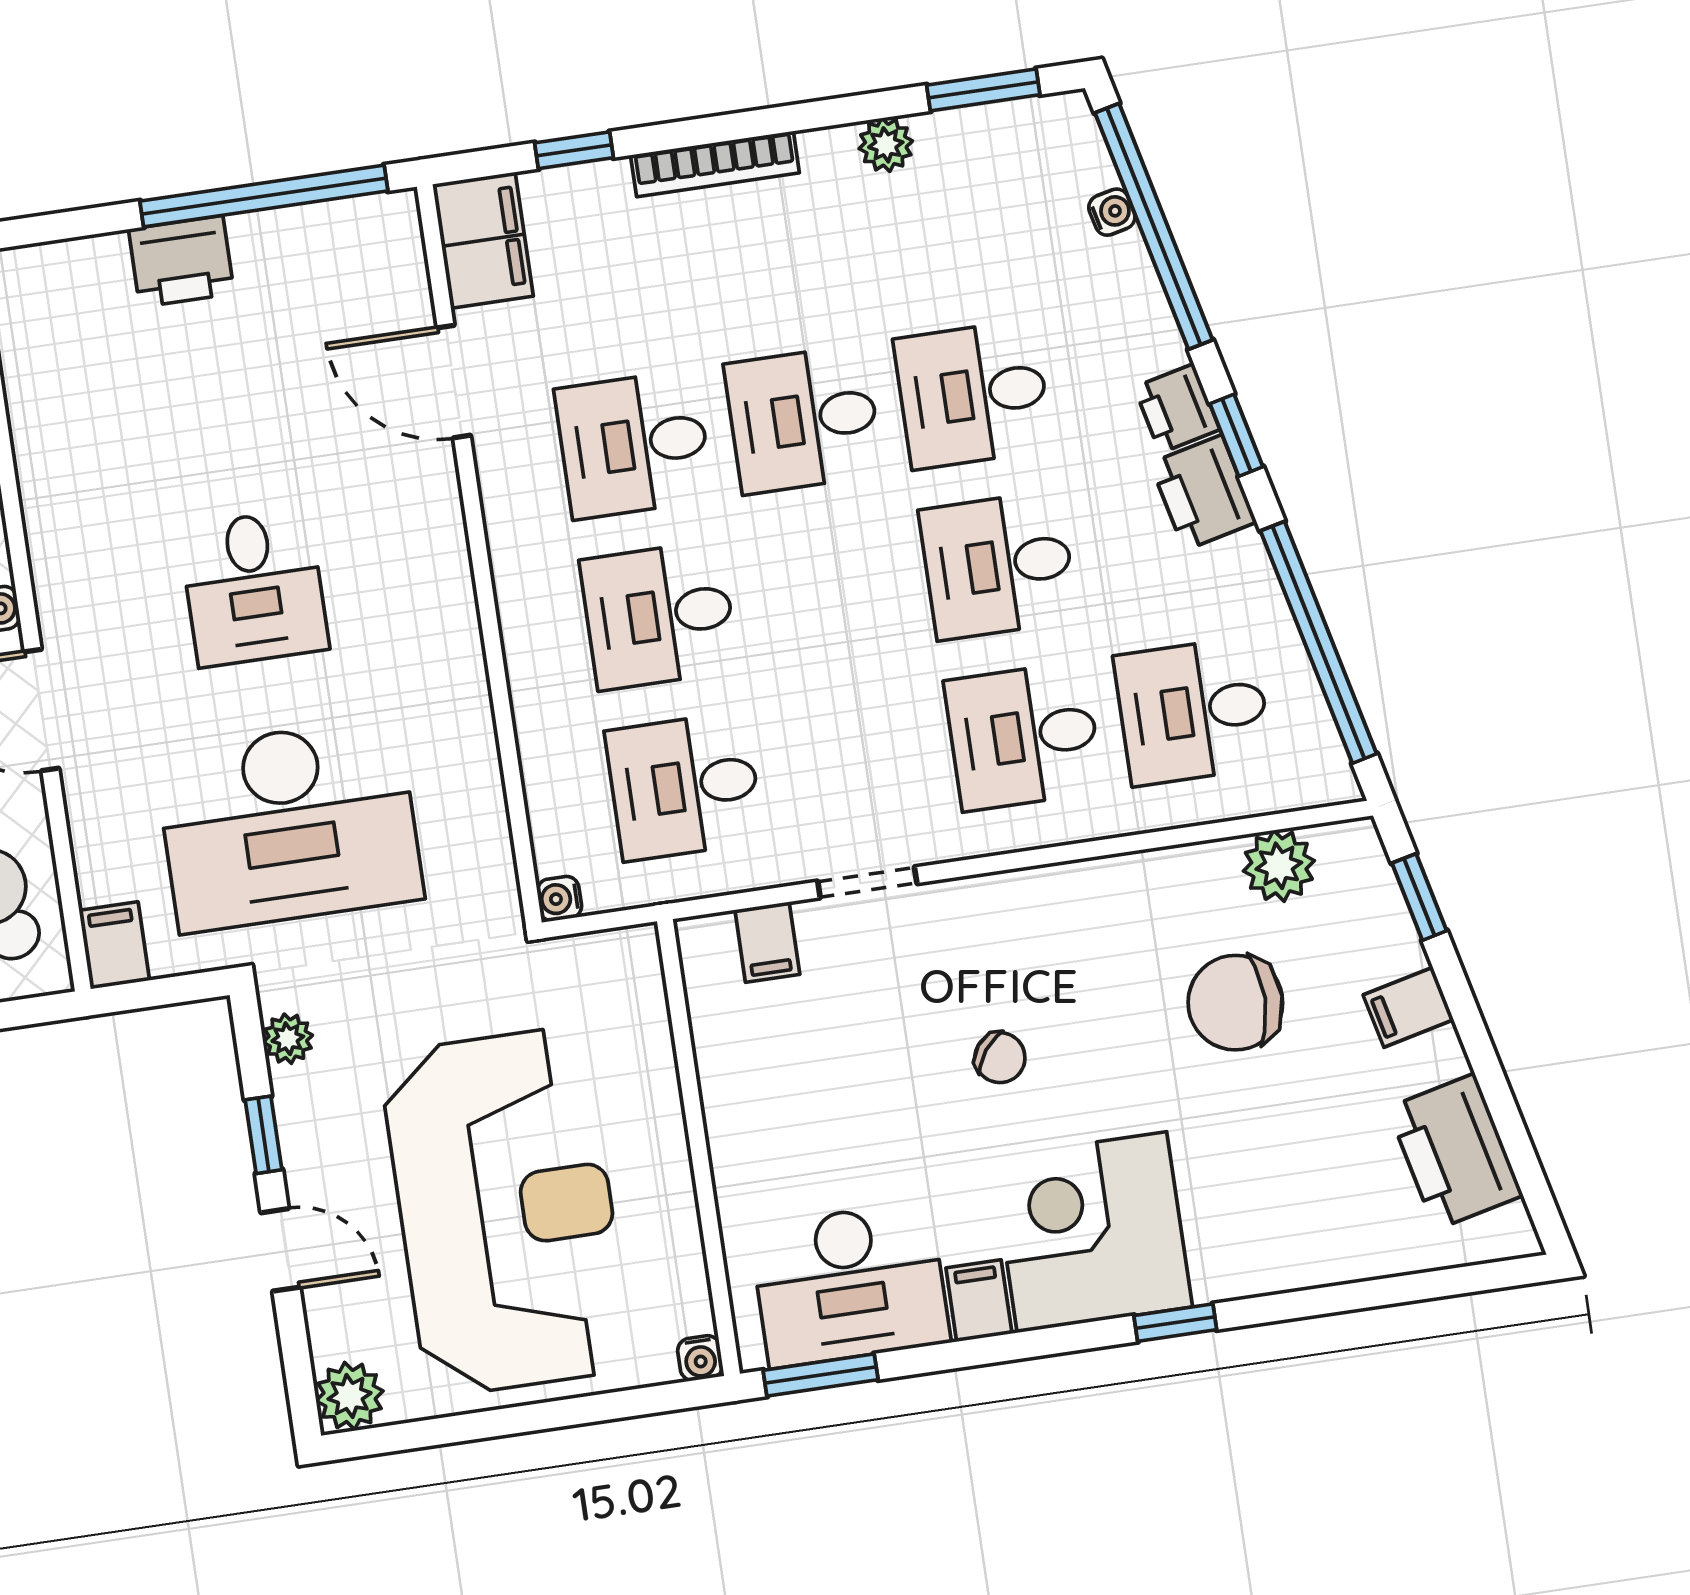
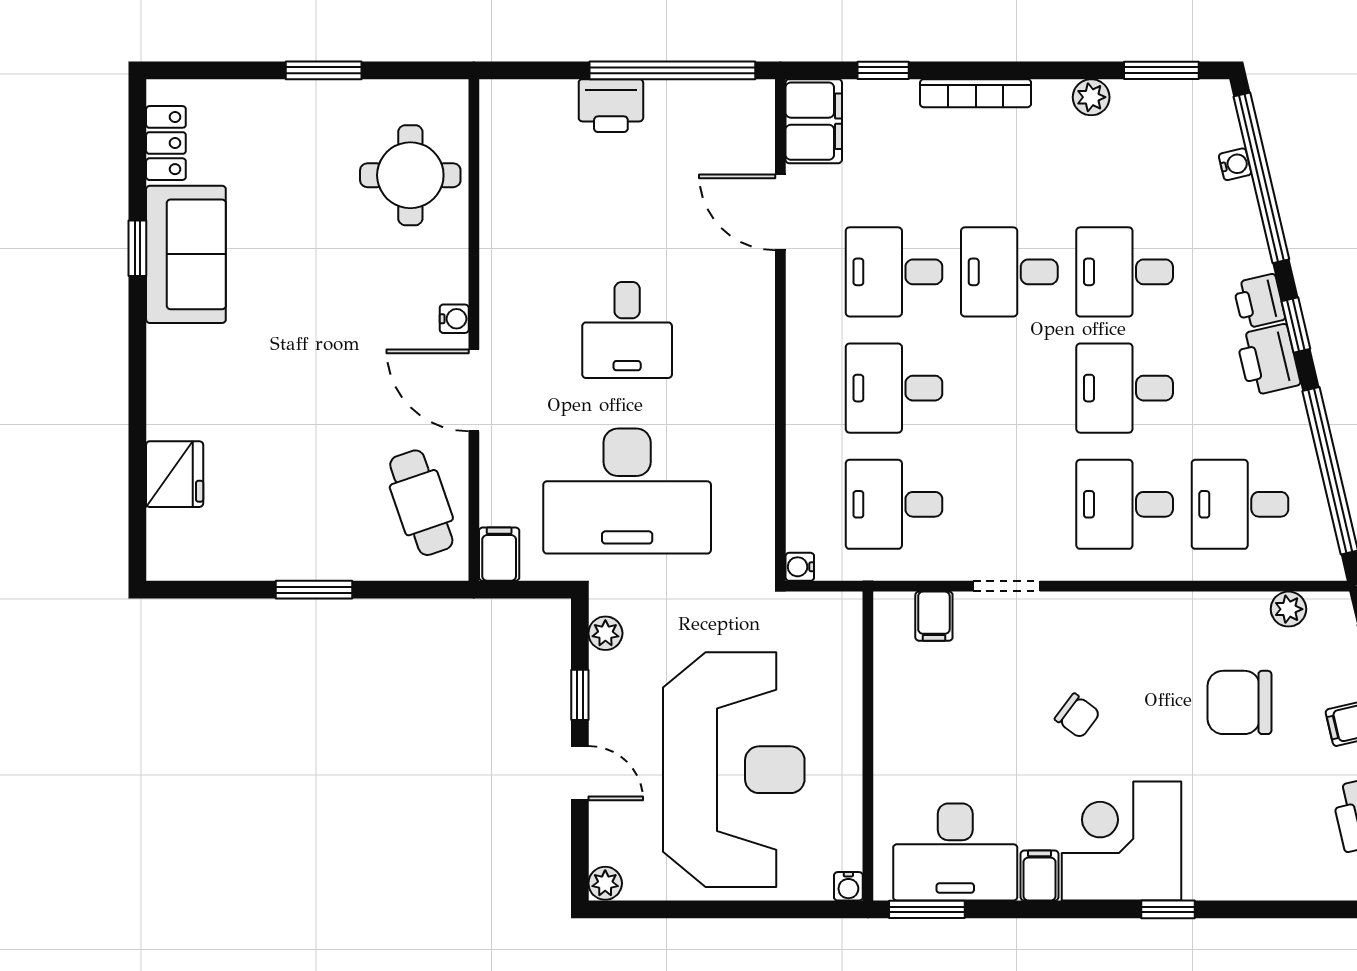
plant: (1279, 866) -> (1288, 609), width x0.73, depth x0.73
plant: (350, 1396) -> (605, 883), width x0.73, depth x0.73

